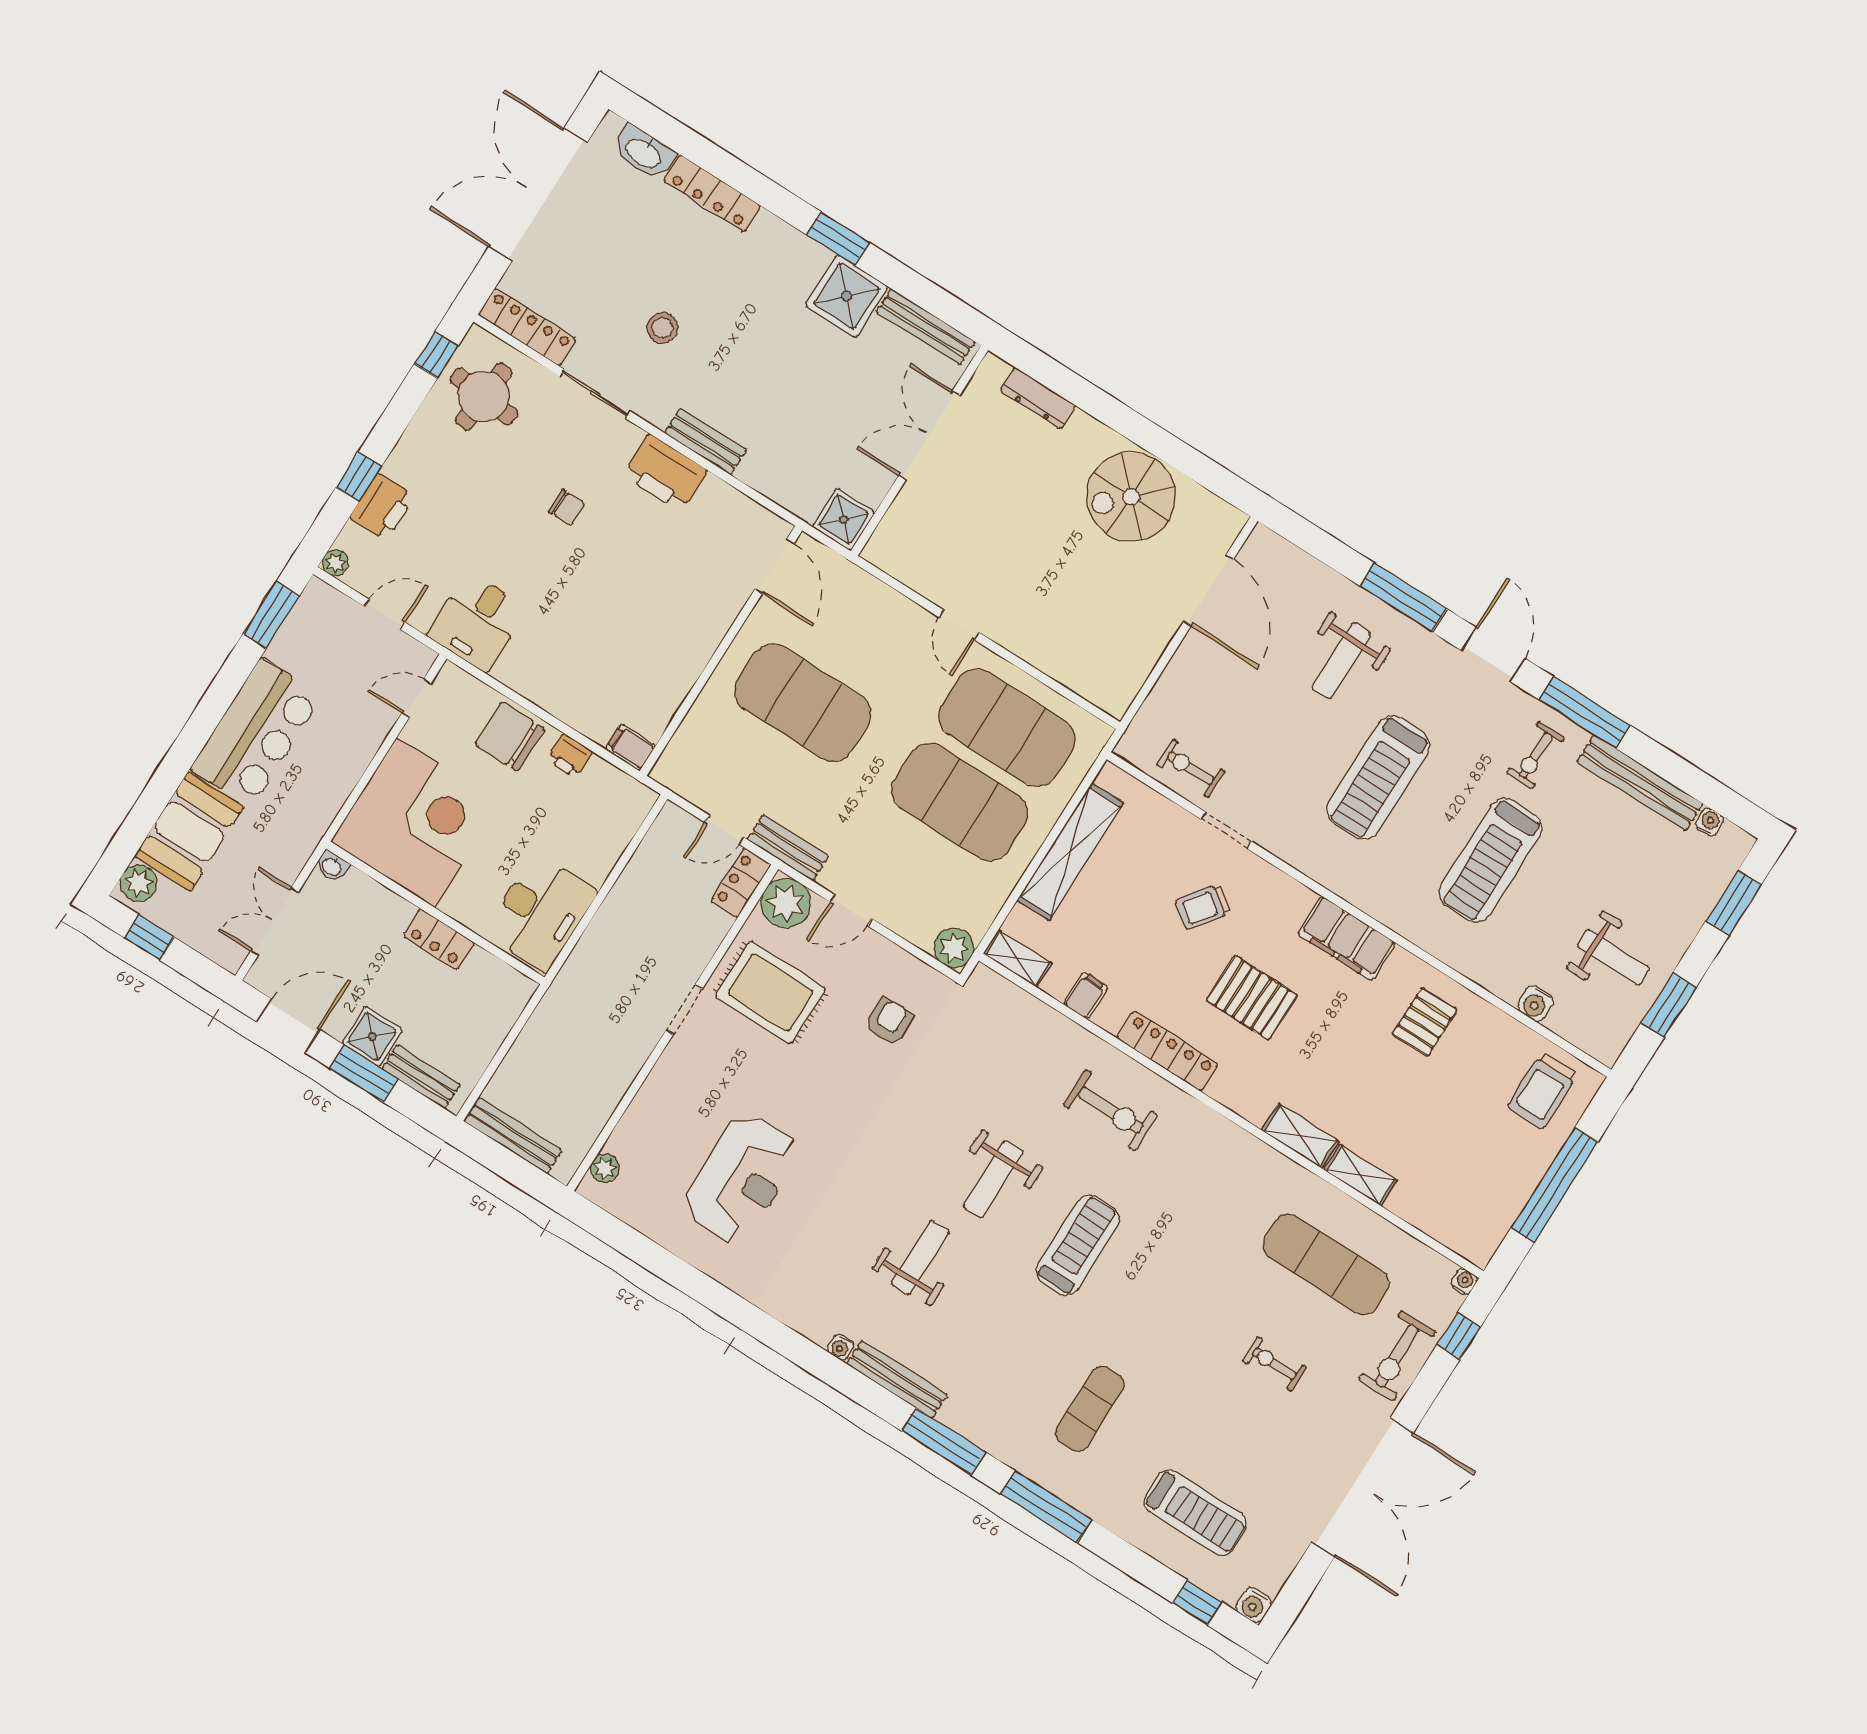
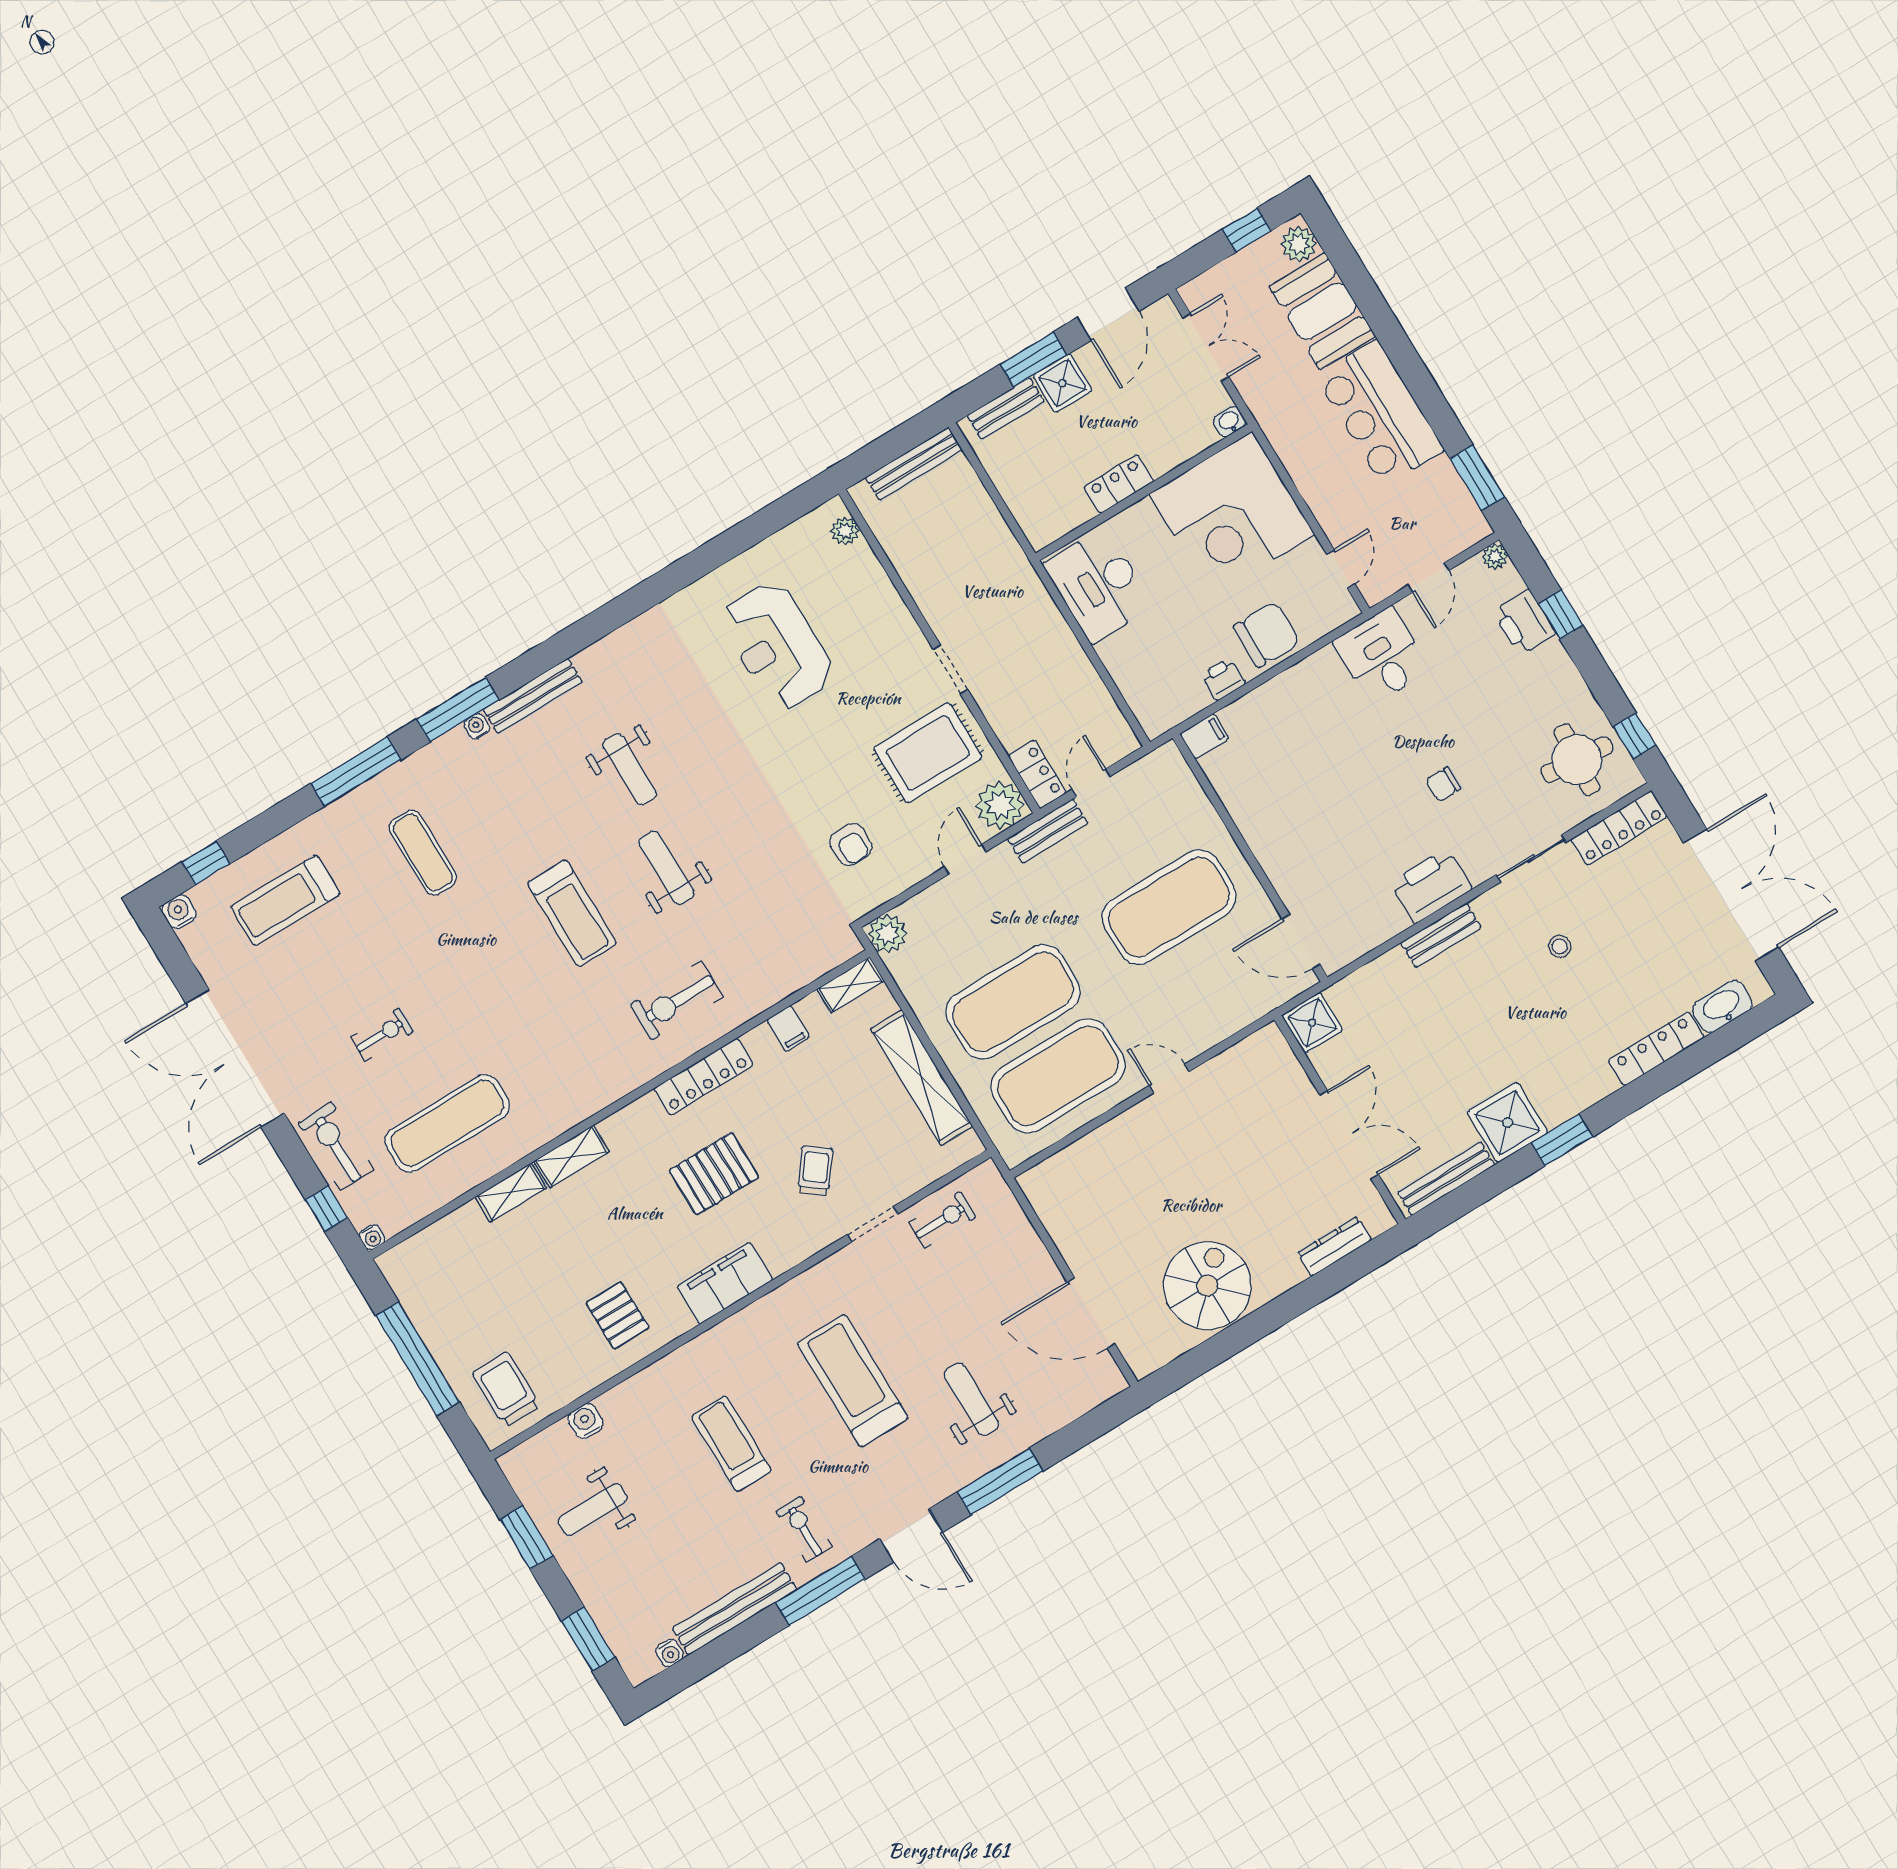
stool: (662, 328) -> (1560, 947), width x0.73, depth x0.73
treadmill: (1490, 860) -> (731, 1444), width x0.73, depth x0.73
water cooler: (841, 1347) -> (477, 726), moved

